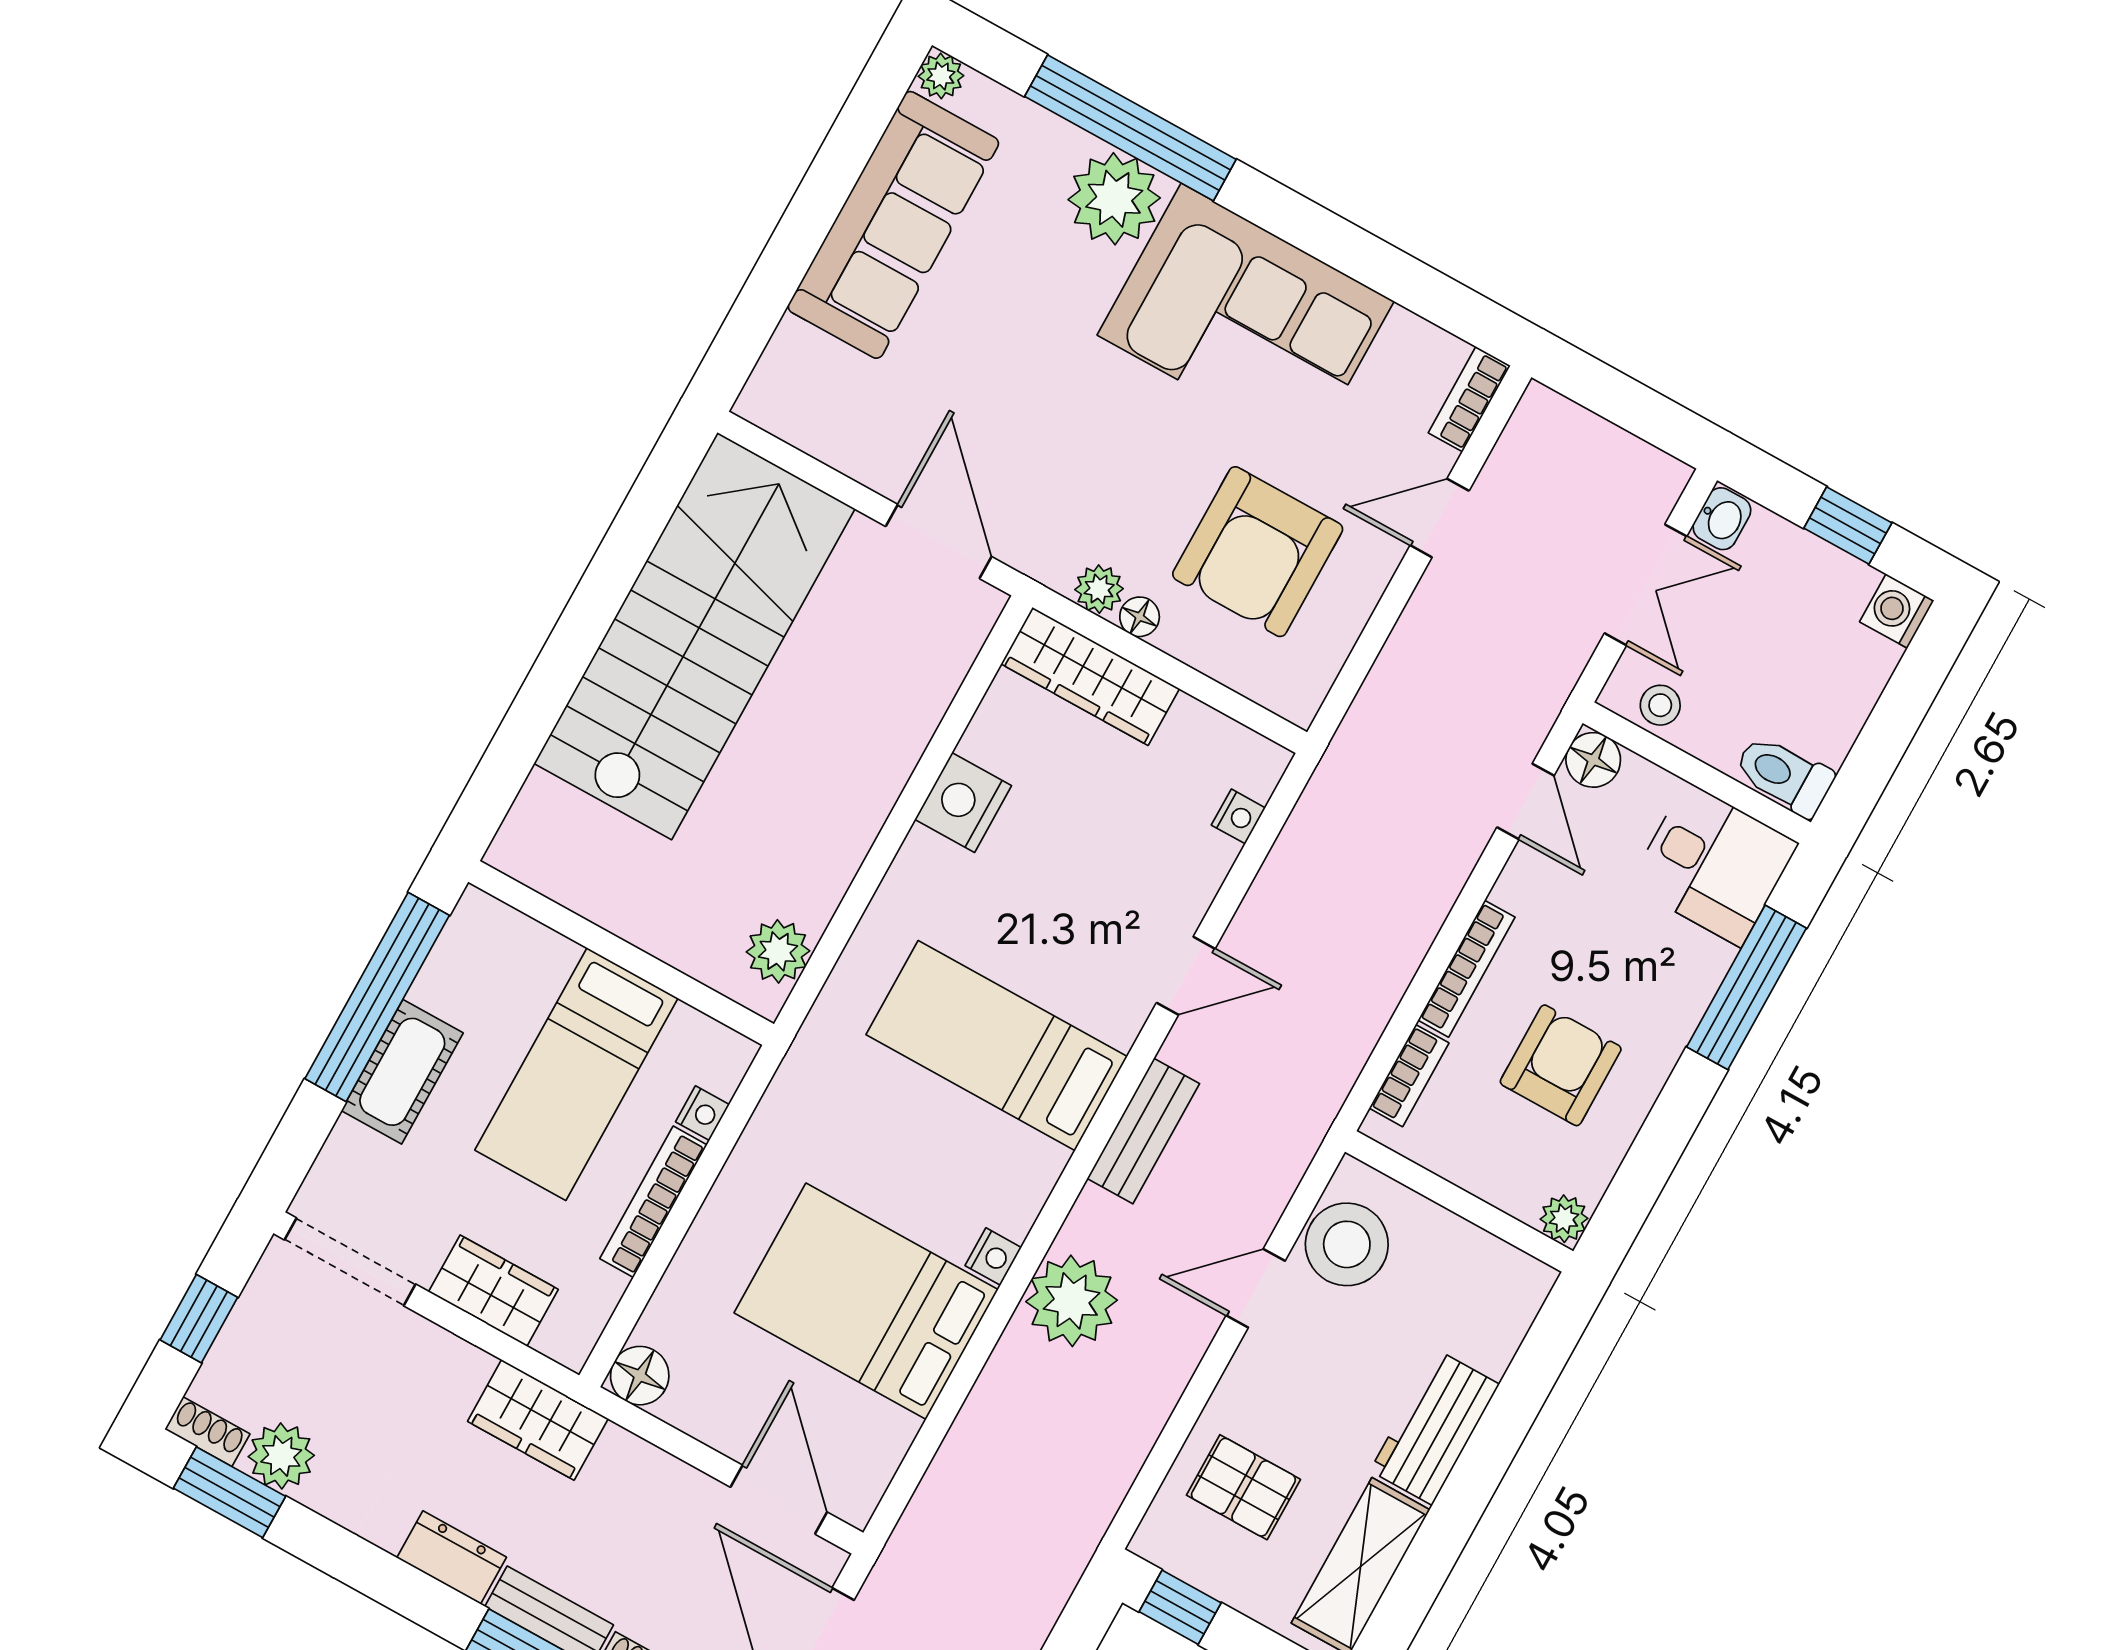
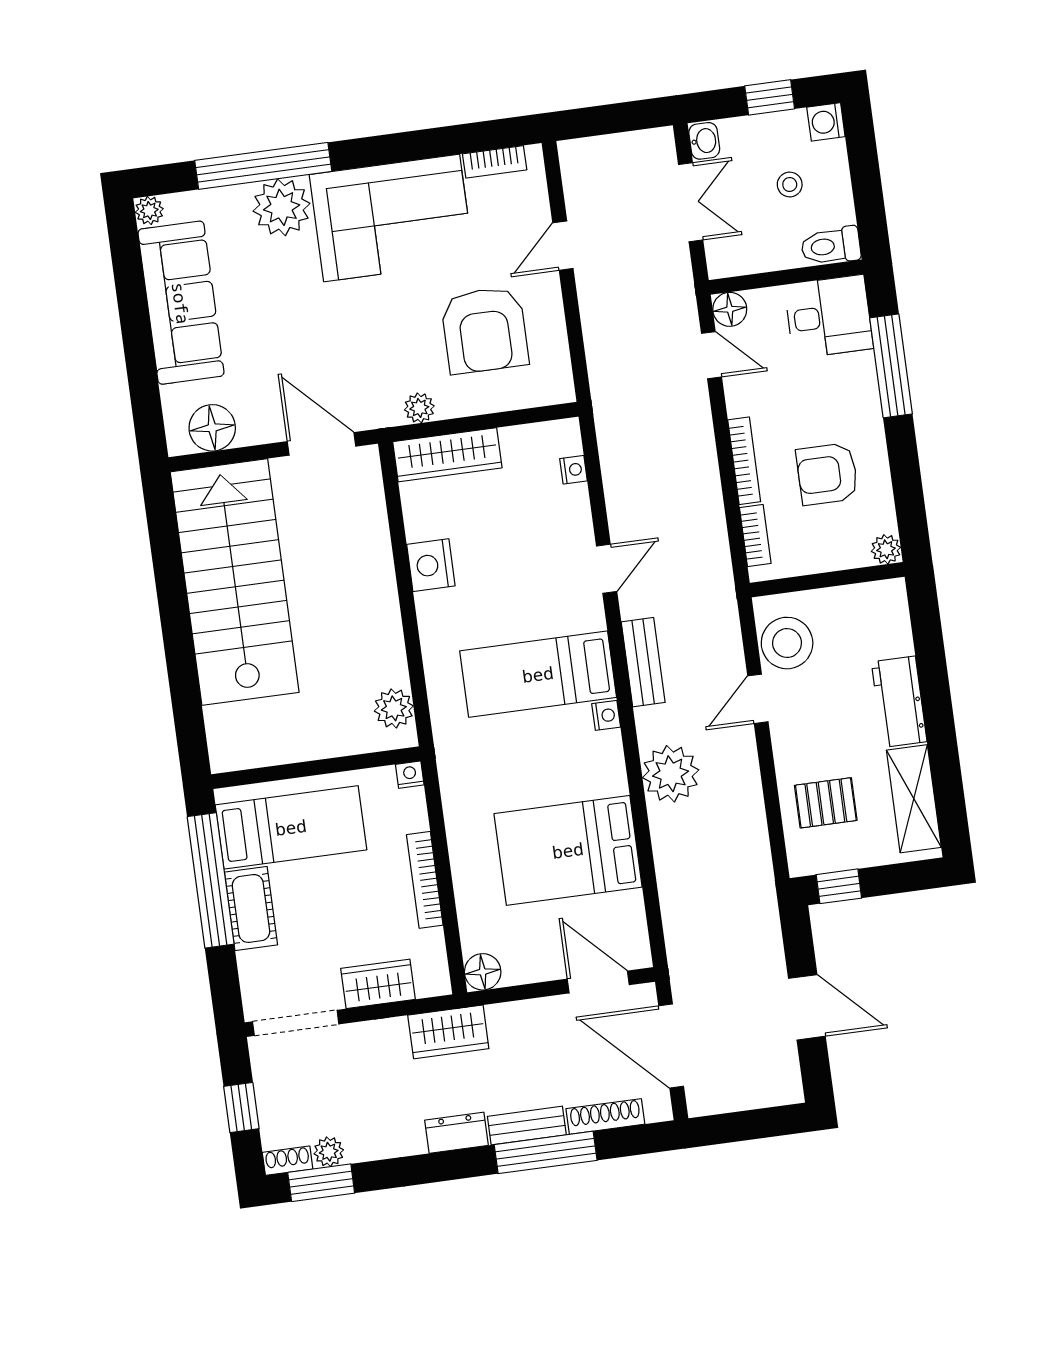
bookcase: (1469, 399) -> (495, 162), moved, turned -90
floor lamp: (1140, 617) -> (212, 428), moved, width x1.89, depth x1.89
stool: (1660, 705) -> (790, 184), moved
armchair: (1561, 1065) -> (827, 474), turned -90
bed: (576, 1074) -> (291, 827), moved, turned -90
nightstand: (702, 1113) -> (410, 775), moved, turned -90
nightstand: (993, 1257) -> (606, 715), moved
plant: (281, 1456) -> (329, 1152), width x0.73, depth x0.73

